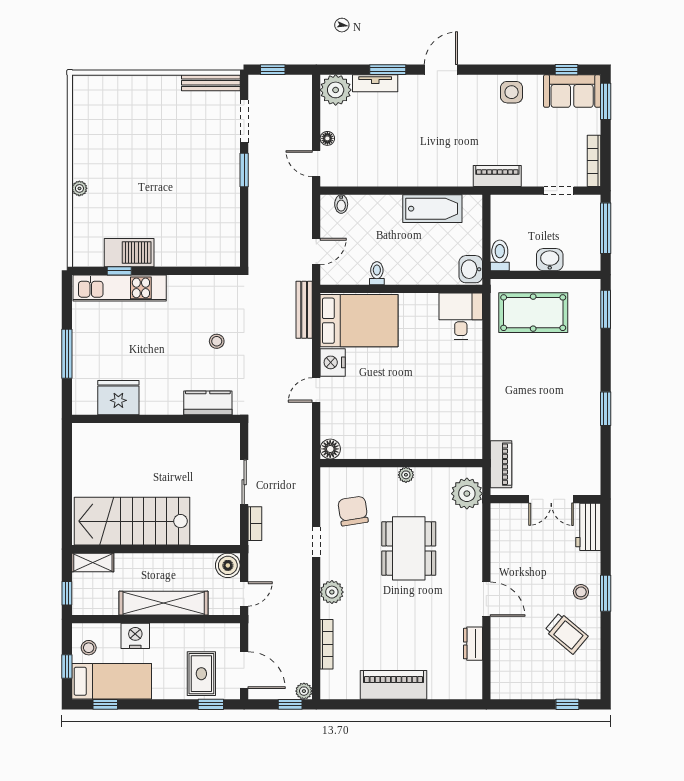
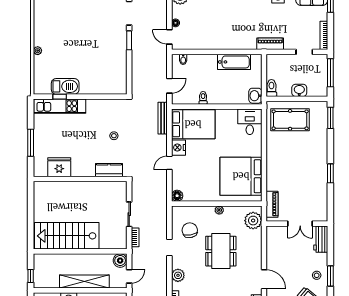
bed: (445, 414) -> (241, 176), added
shelving: (93, 563) -> (45, 259), removed

